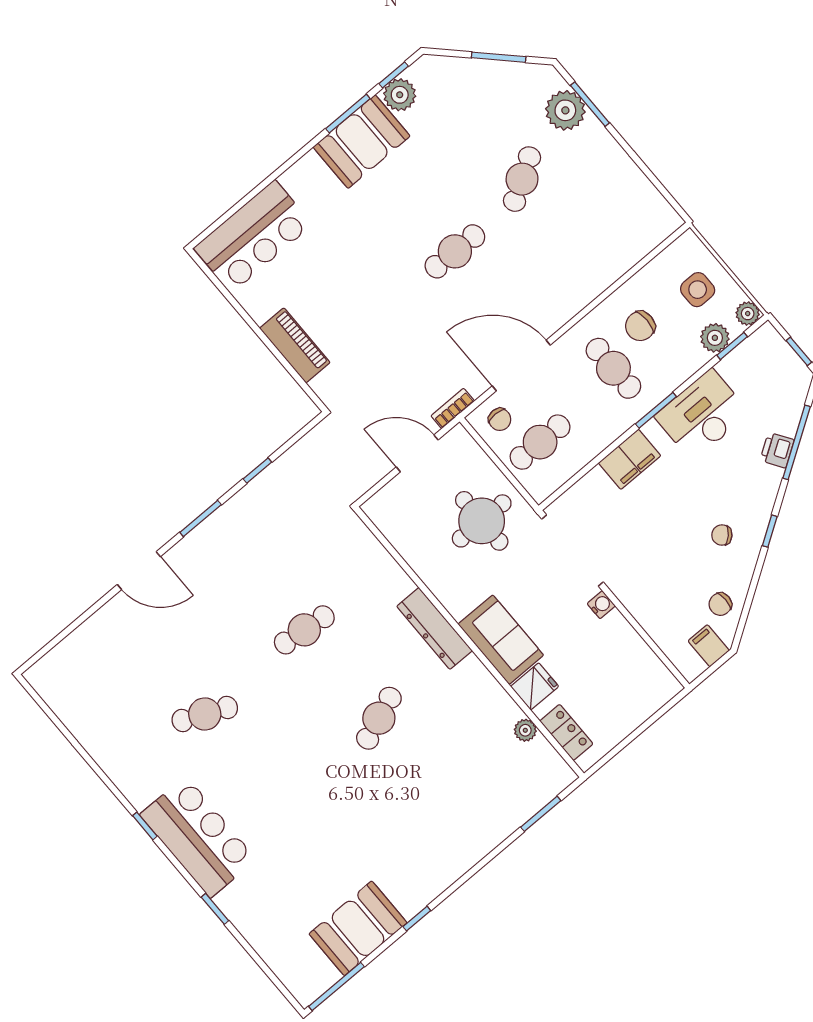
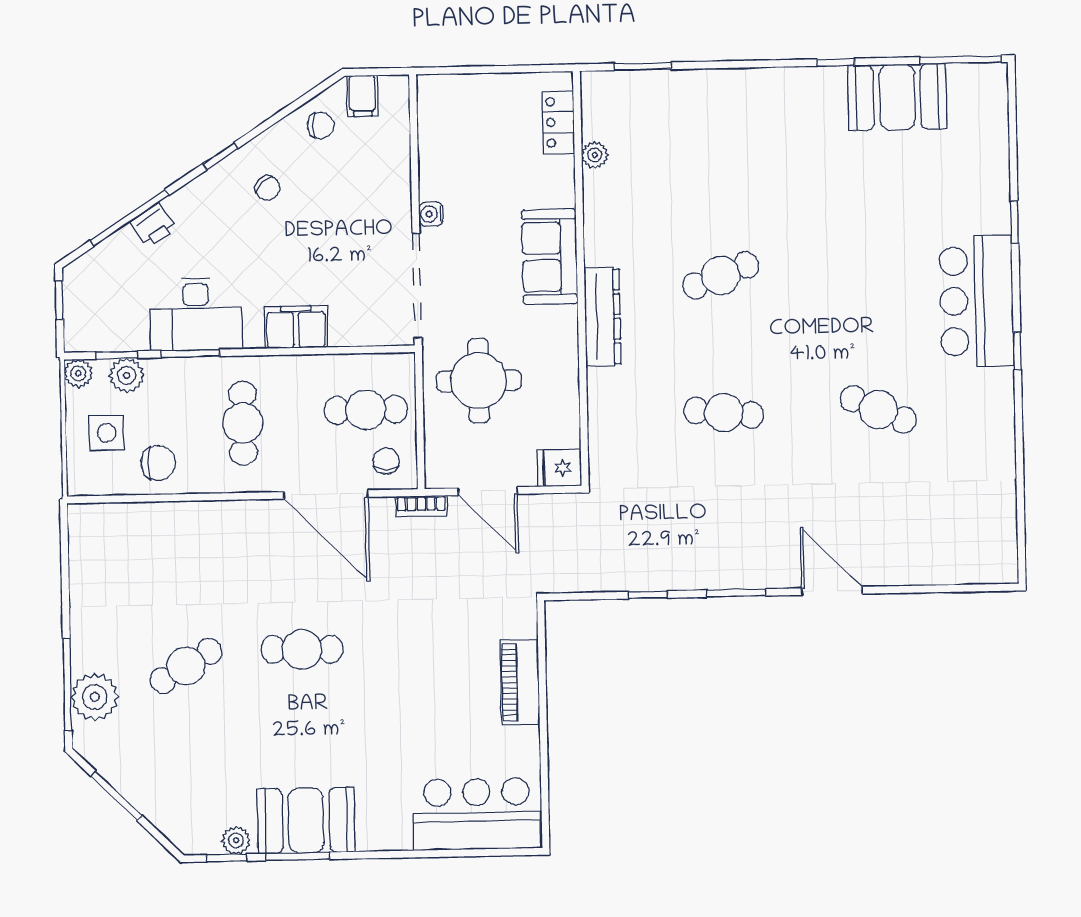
plant: (400, 95) -> (236, 840), width x0.73, depth x0.73
window: (590, 104) -> (67, 684), width x1.44
chair: (640, 326) -> (158, 463), moved
window: (656, 410) -> (190, 353), moved
fridge: (535, 686) -> (559, 468), moved

